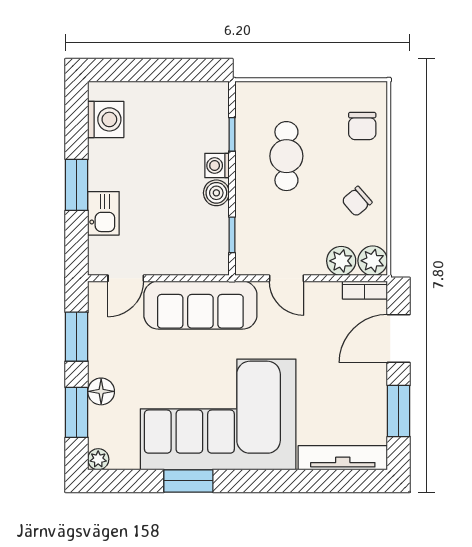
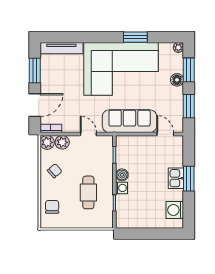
kitchen sink: (103, 213) -> (176, 178), moved
door: (126, 278) -> (165, 134), hinge flipped

